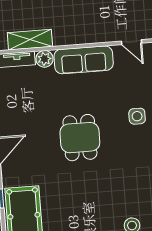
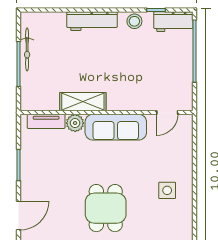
shelving: (30, 40) -> (83, 102), moved
door: (132, 42) -> (167, 113), hinge flipped

